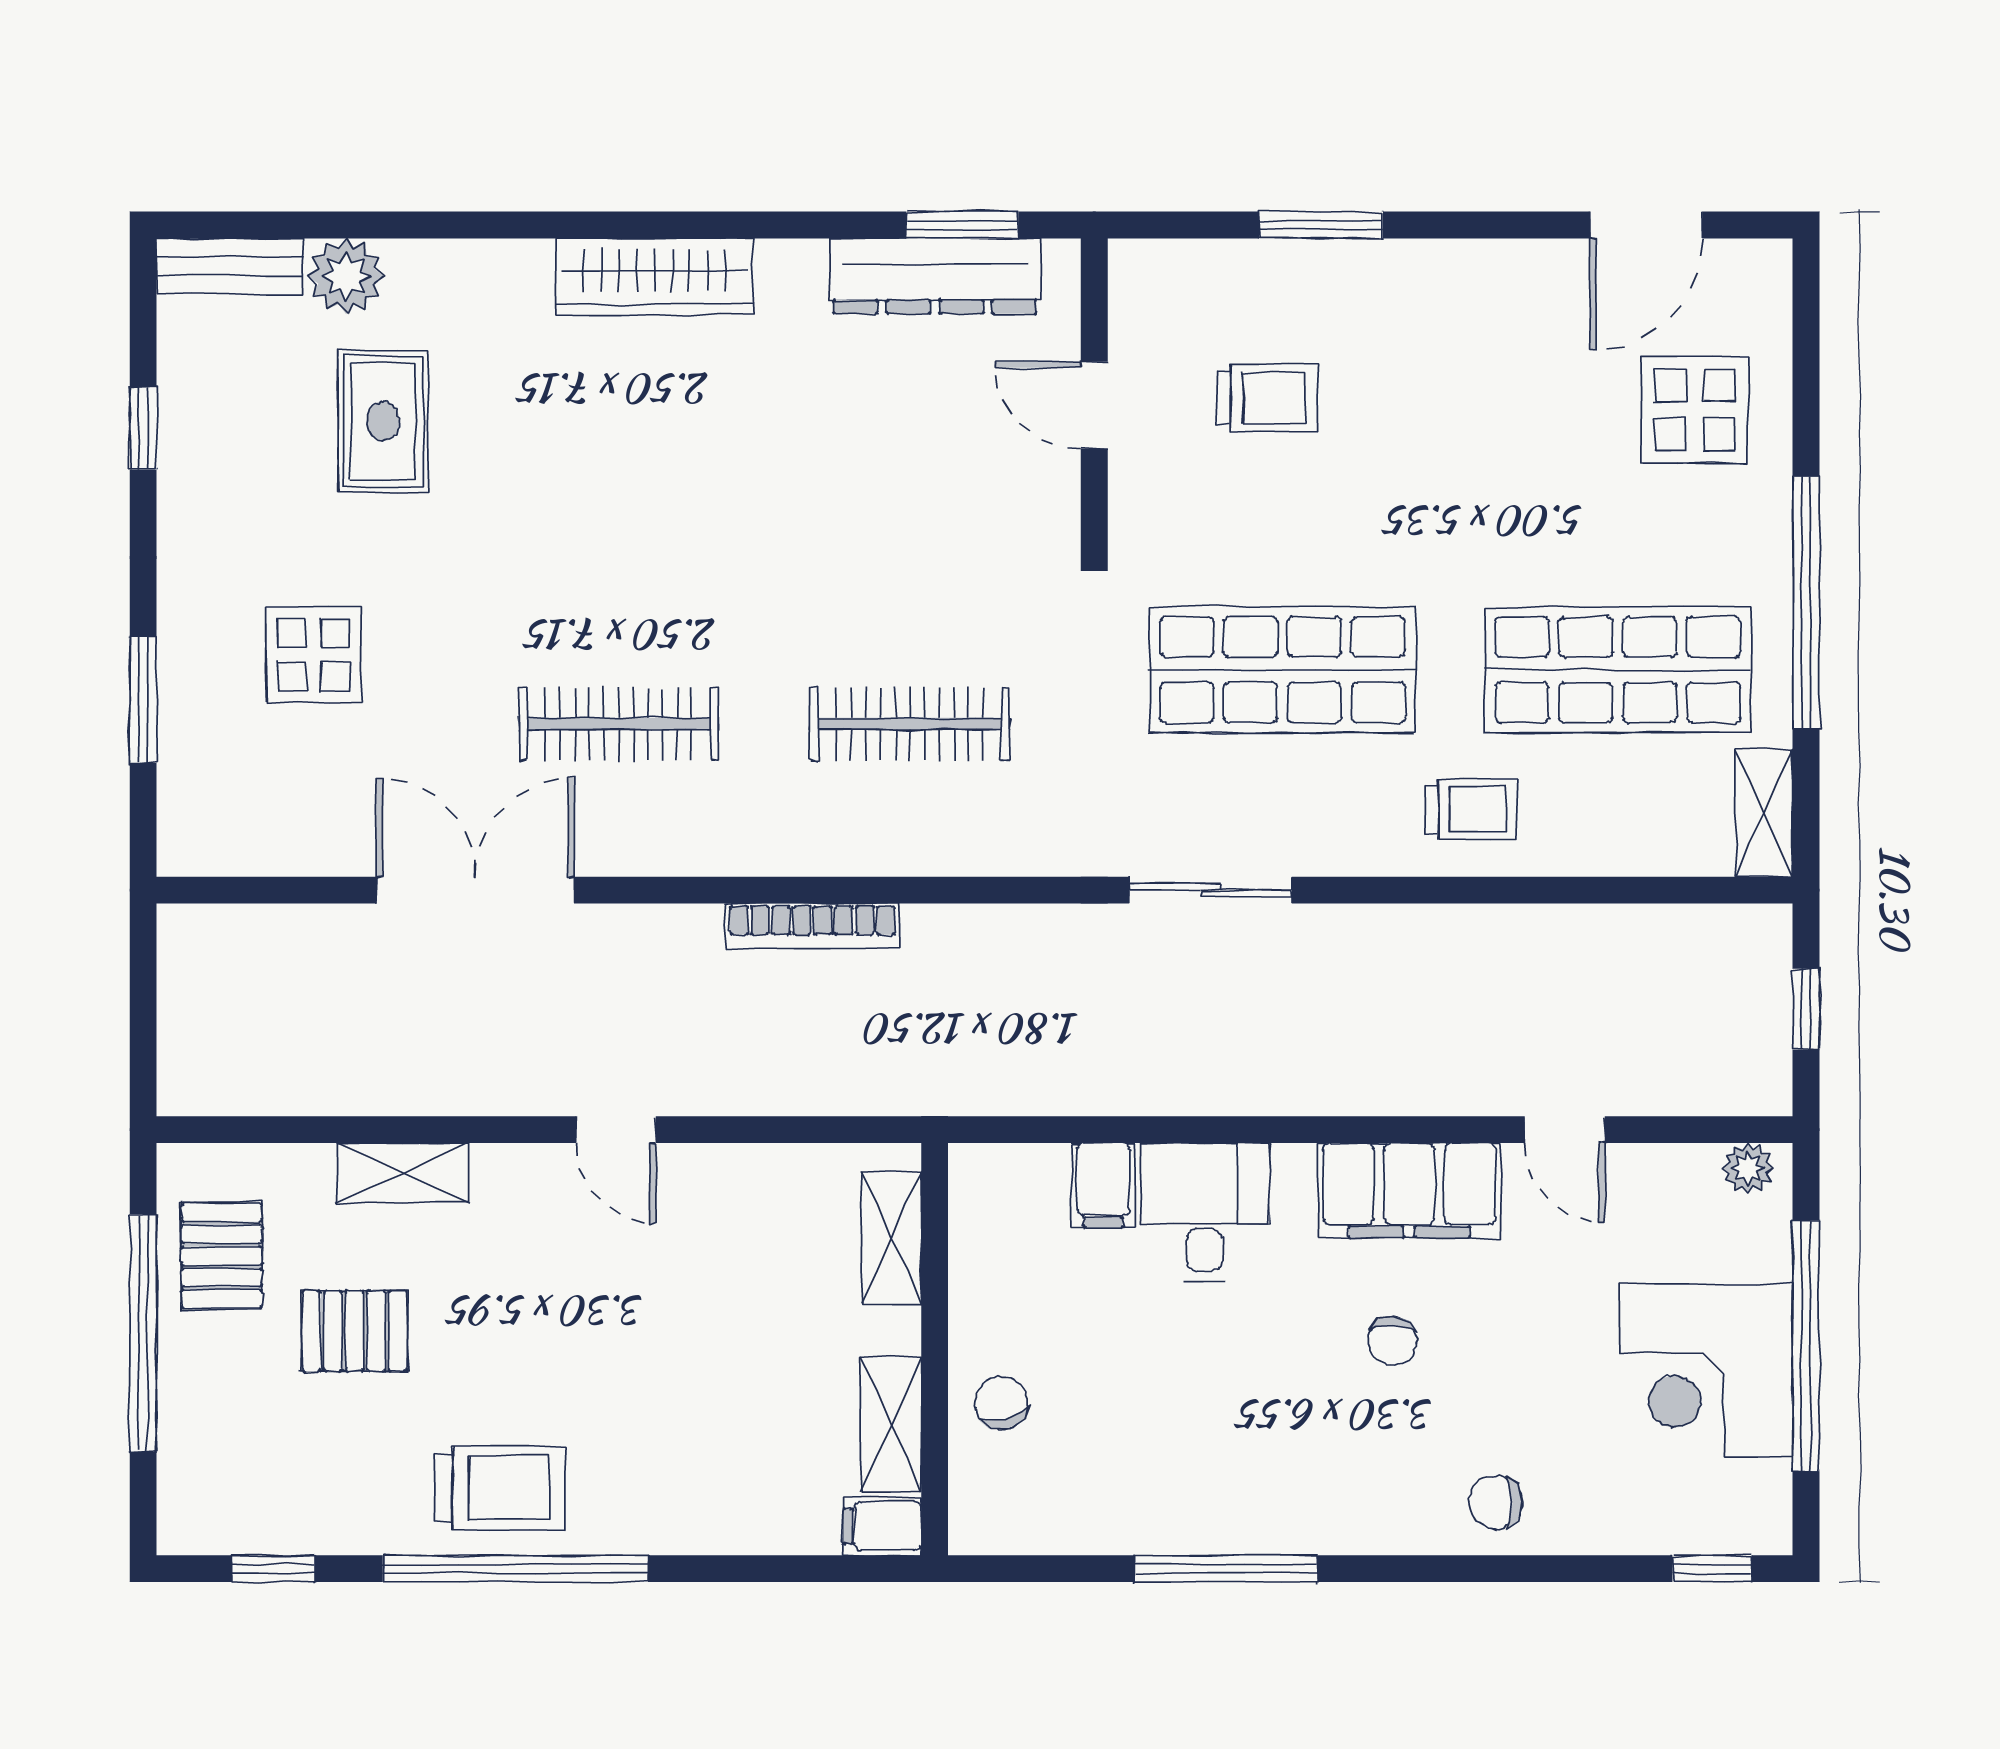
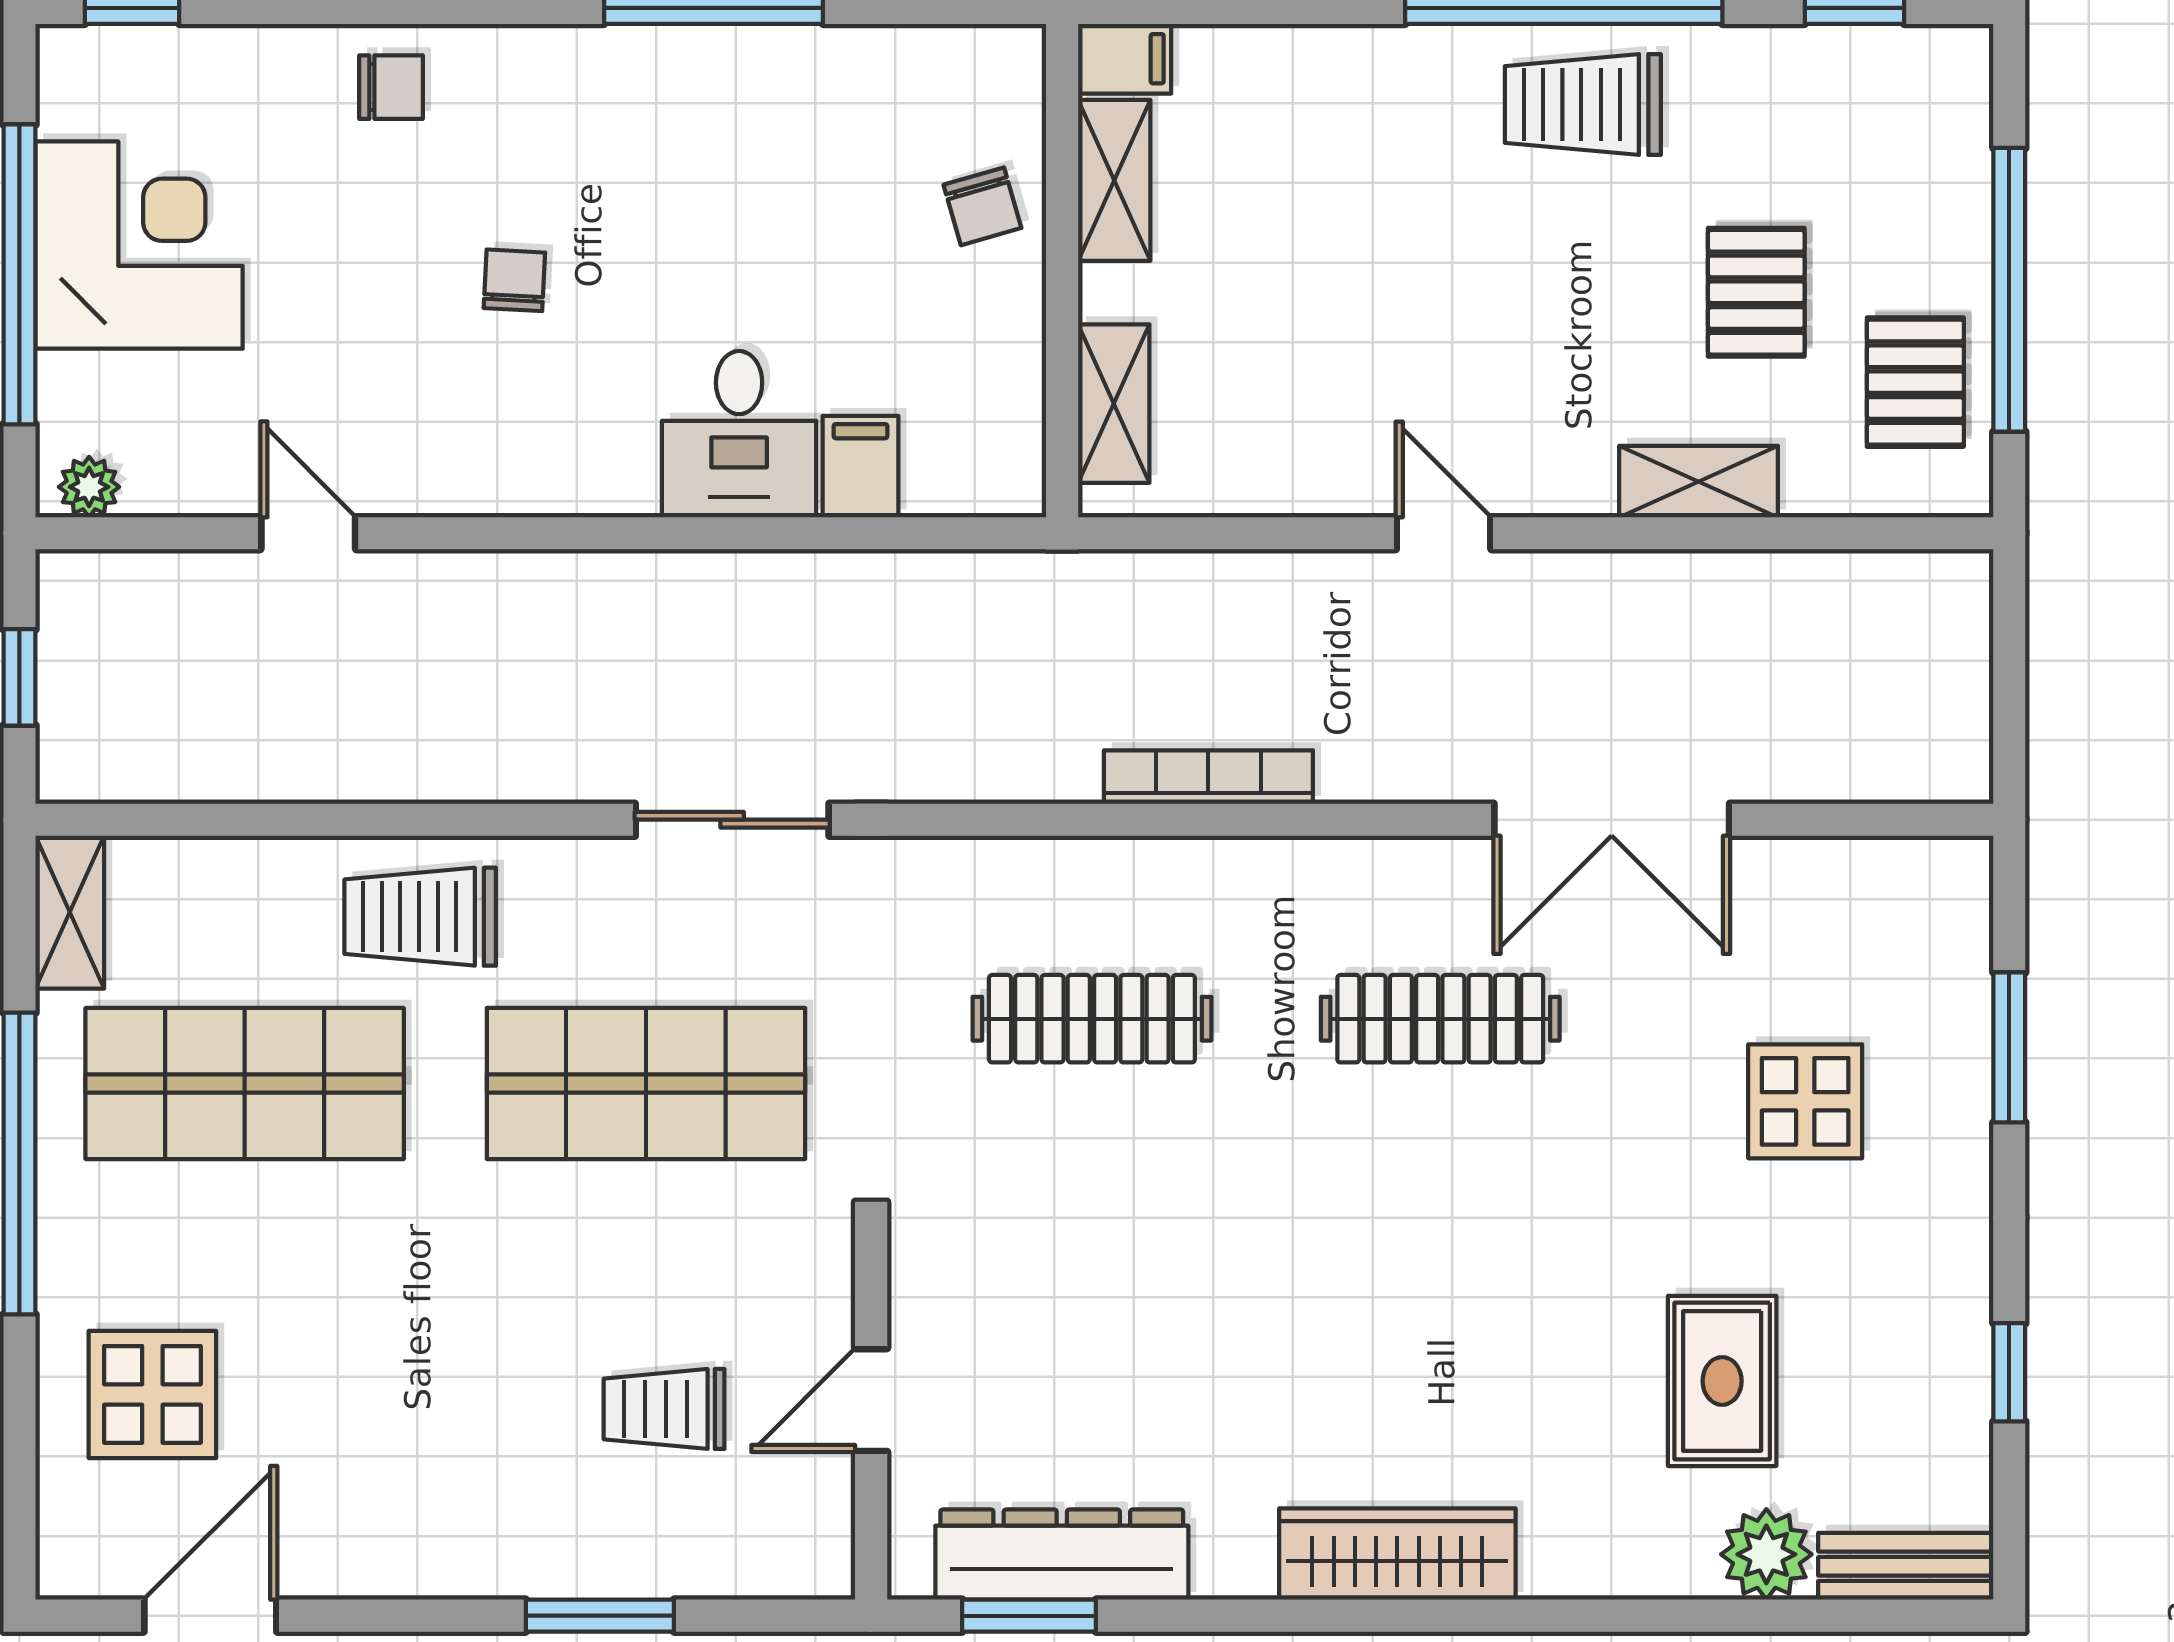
door: (1094, 405) -> (871, 1400), swing flipped
trolley: (1471, 809) -> (420, 917), width x1.36, depth x1.39
filing cabinet: (1409, 1190) -> (494, 461), removed
pallet: (355, 1331) -> (1756, 292), turned 90

